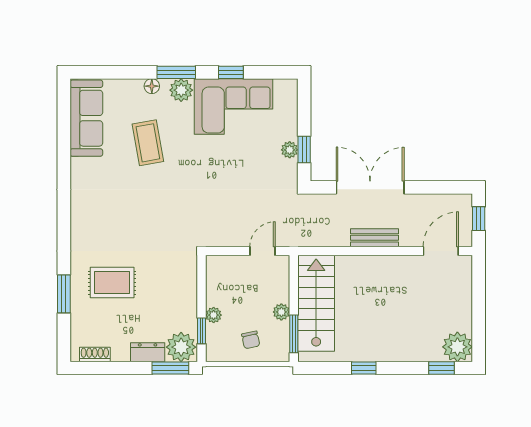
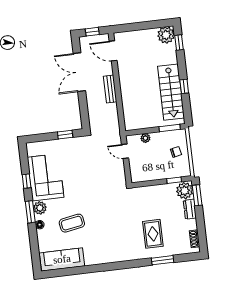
plant: (290, 150) -> (66, 143), removed
double door: (370, 187) -> (79, 72), moved
stairs: (316, 303) -> (171, 92), moved, turned -90
plant: (281, 312) -> (145, 138), moved
plant: (214, 315) -> (164, 175), removed

